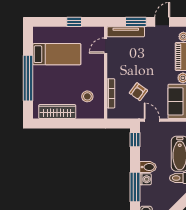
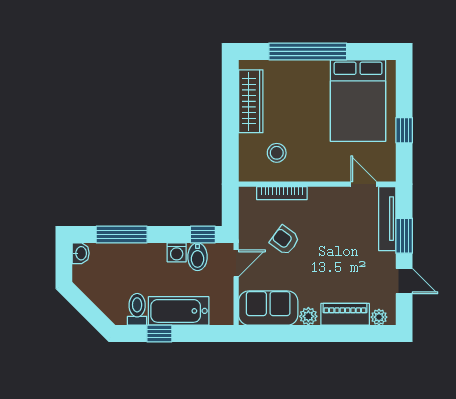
bed: (57, 54) -> (358, 101), width x1.50
bidet: (148, 167) -> (197, 257), moved
washing machine: (146, 179) -> (177, 252), moved

